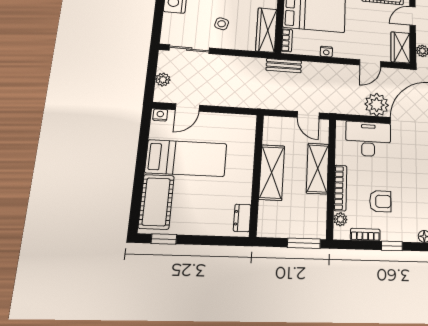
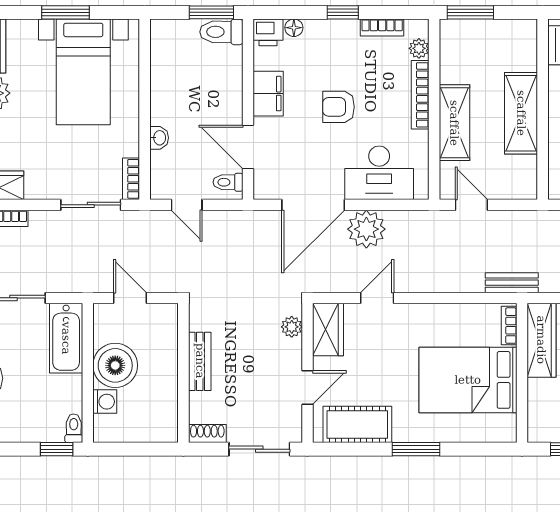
nightstand: (326, 52) -> (447, 312), removed
armchair: (380, 201) -> (339, 107), moved

